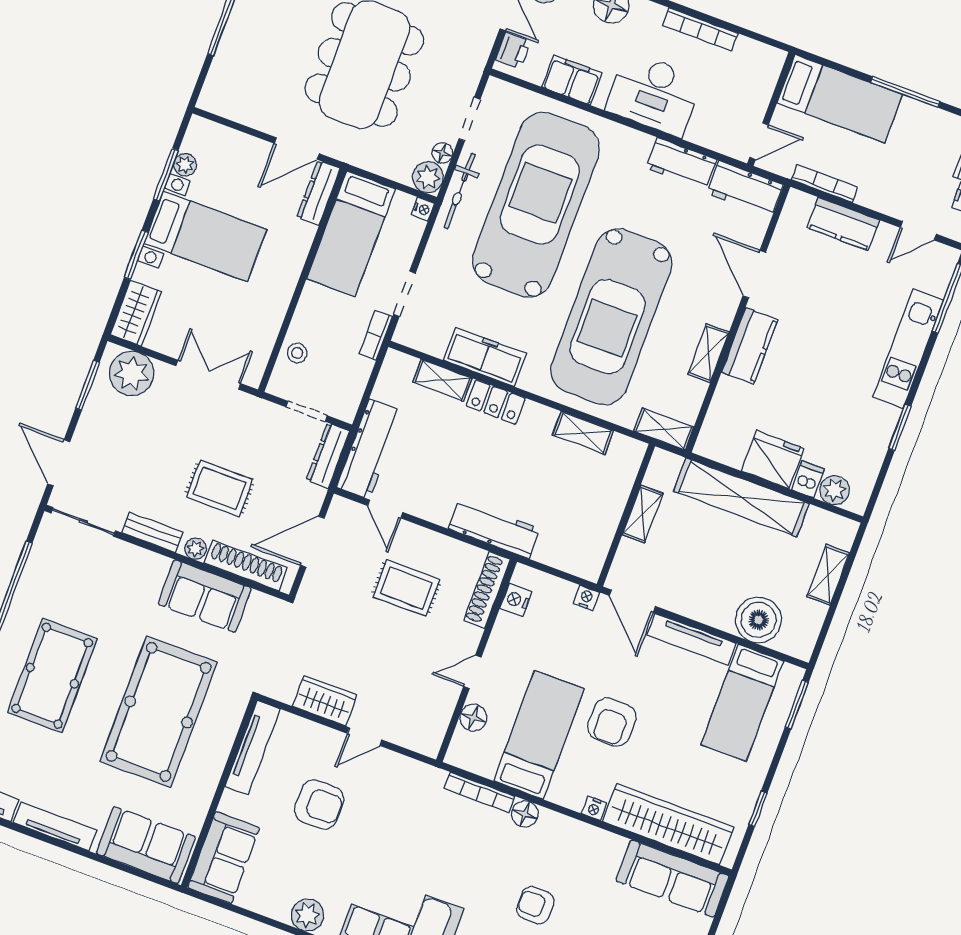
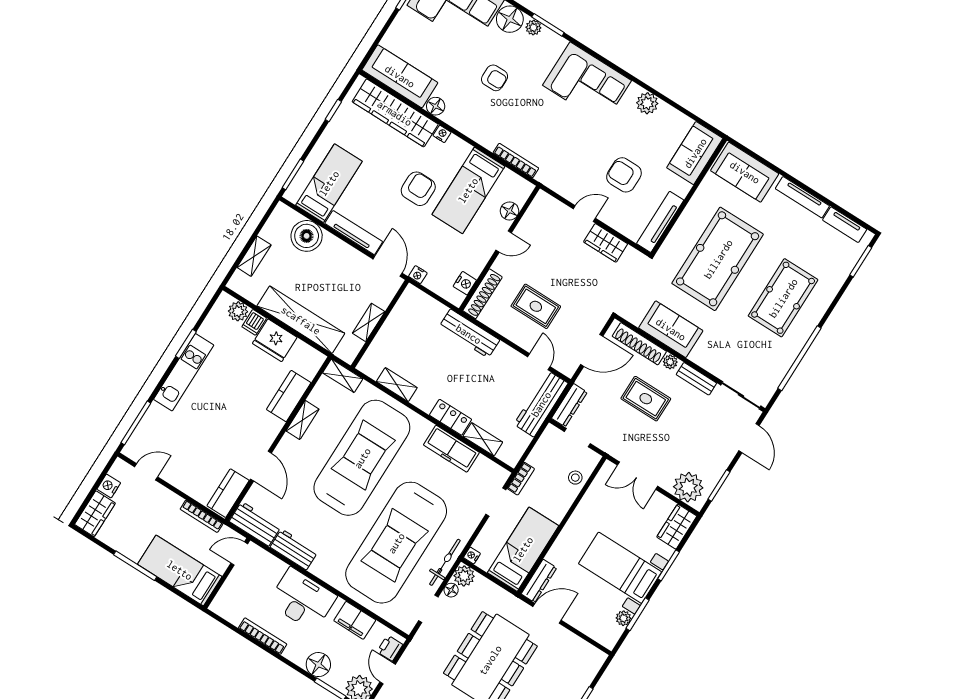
kitchen counter: (843, 224) -> (228, 493), moved, turned -90
kitchen counter: (750, 346) -> (289, 396), moved
kitchen unit: (908, 349) -> (184, 372), moved
floor lamp: (525, 814) -> (436, 106), moved

